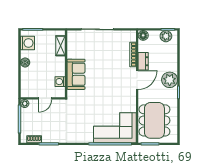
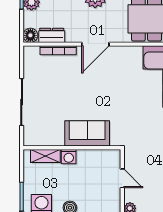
dresser: (143, 61) -> (52, 35), moved
door: (137, 80) -> (95, 44), swing flipped
washing machine: (60, 82) -> (69, 157), moved

